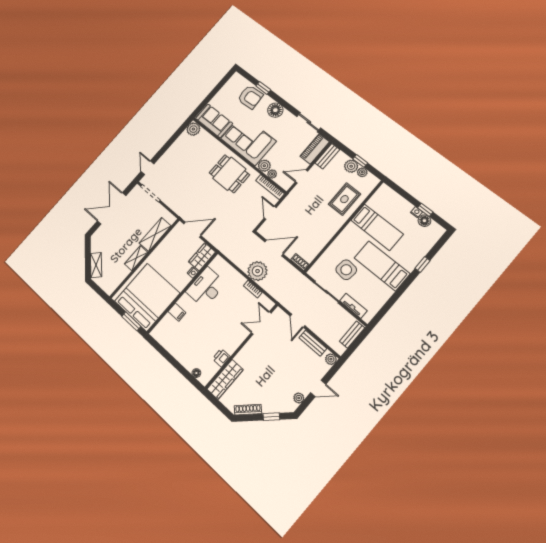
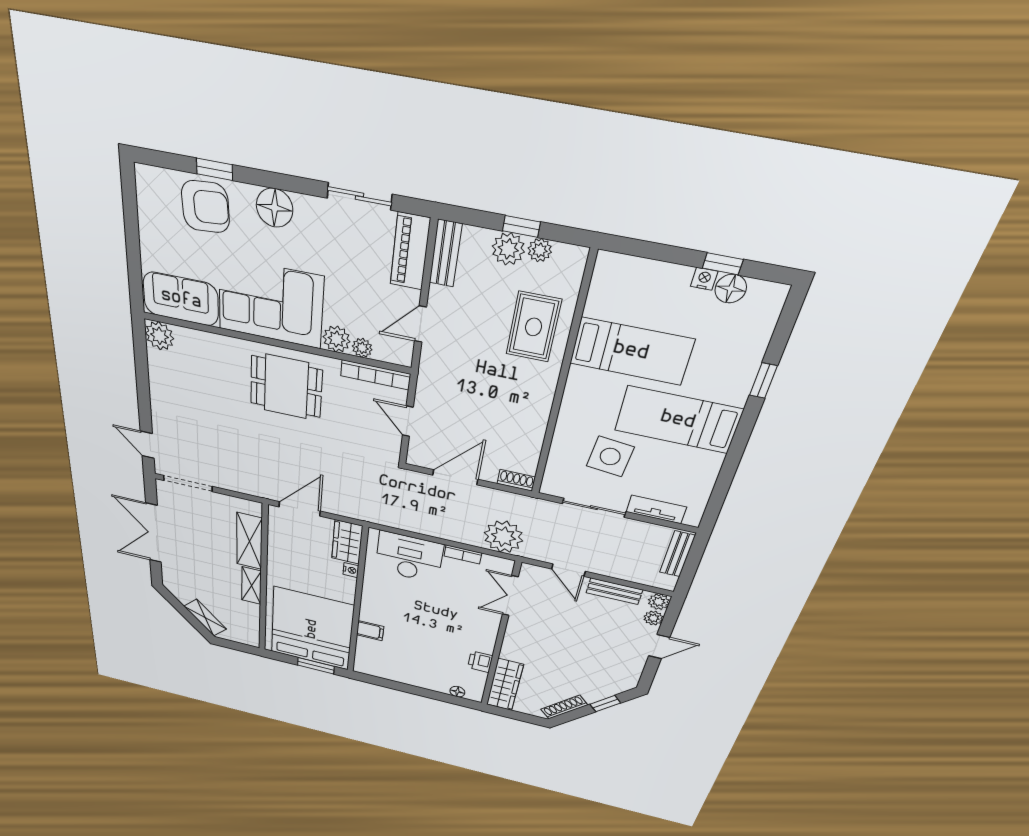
plant: (258, 271) -> (503, 537), moved
desk: (206, 287) -> (409, 557), moved, turned 90
plant: (299, 398) -> (653, 618), moved

